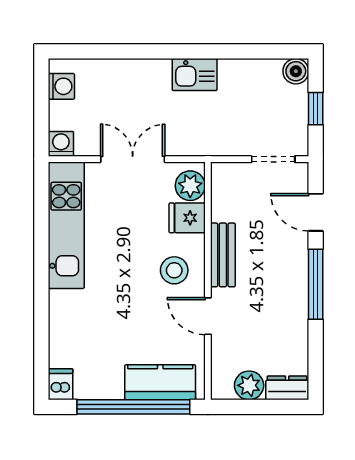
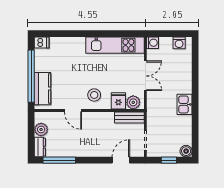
bench: (223, 255) -> (129, 117), moved
window: (316, 284) -> (59, 160), moved
door: (208, 316) -> (73, 111), swing flipped

